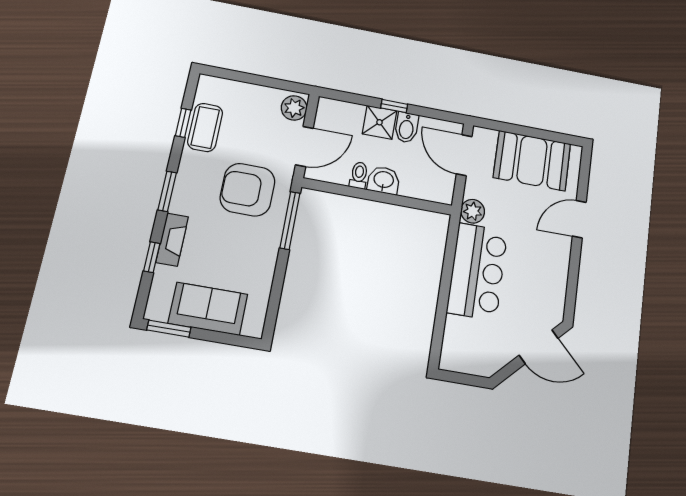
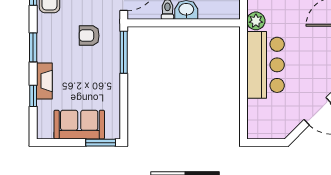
armchair: (247, 190) -> (89, 36), width x0.53, depth x0.53
window: (169, 329) -> (101, 143), moved

